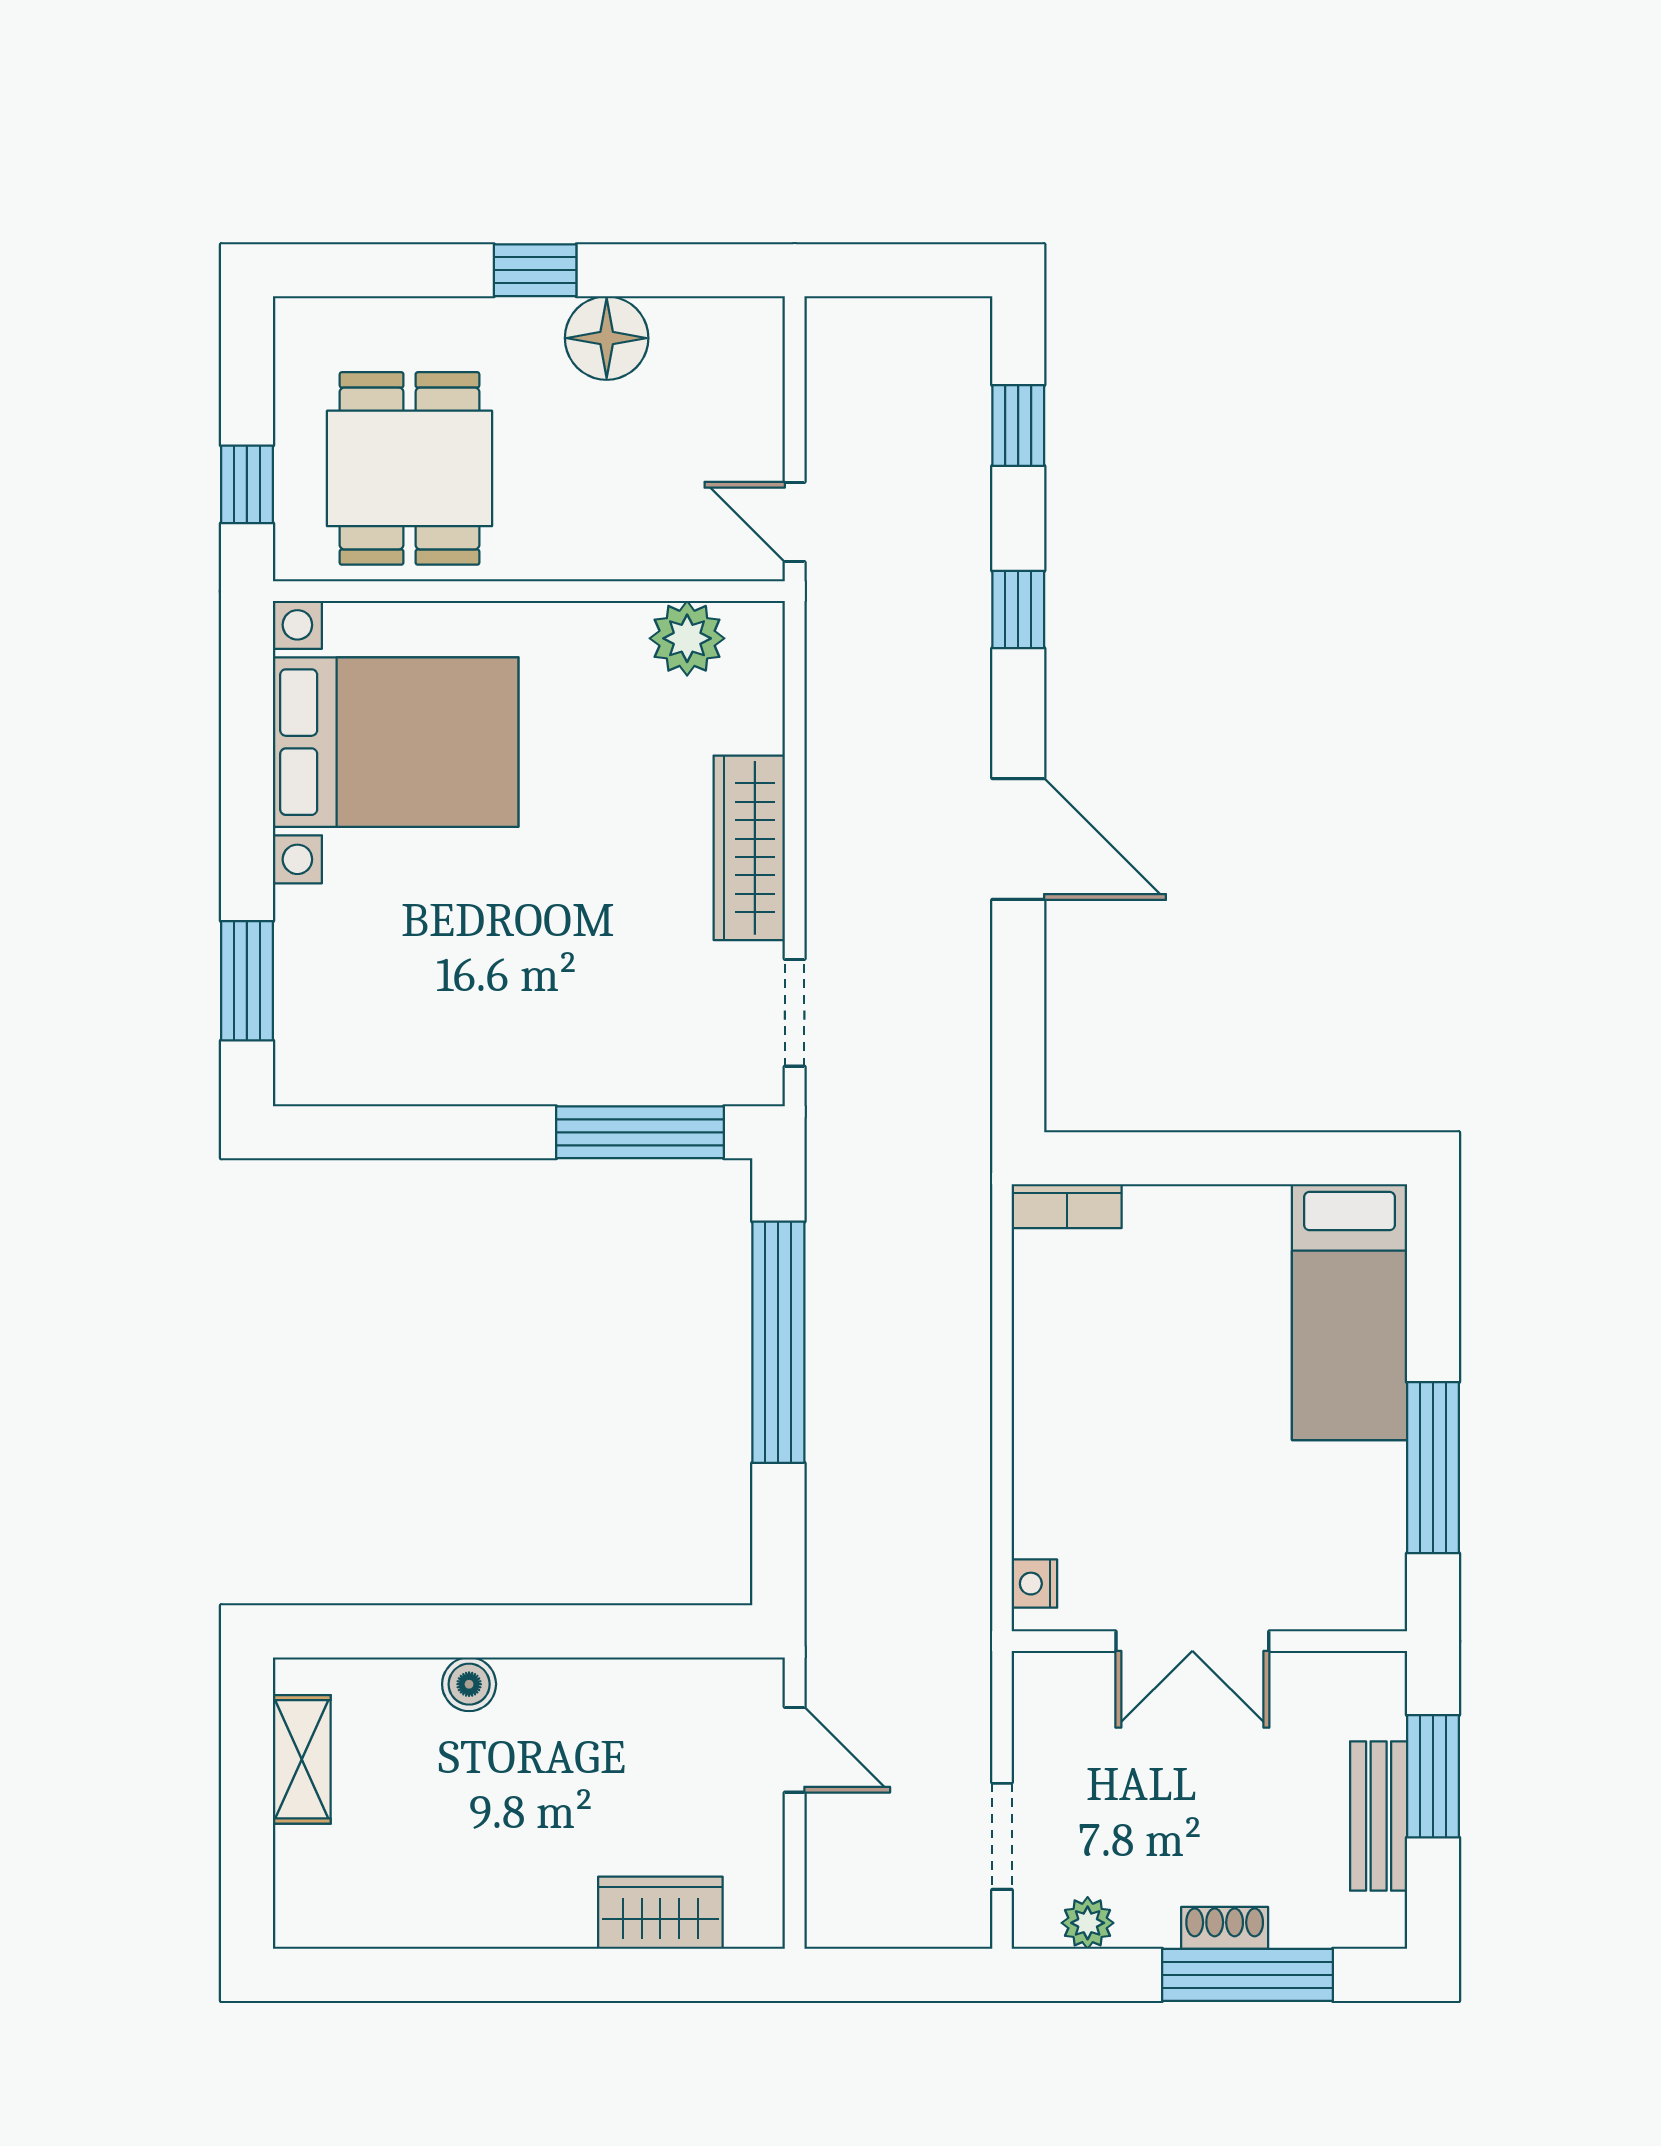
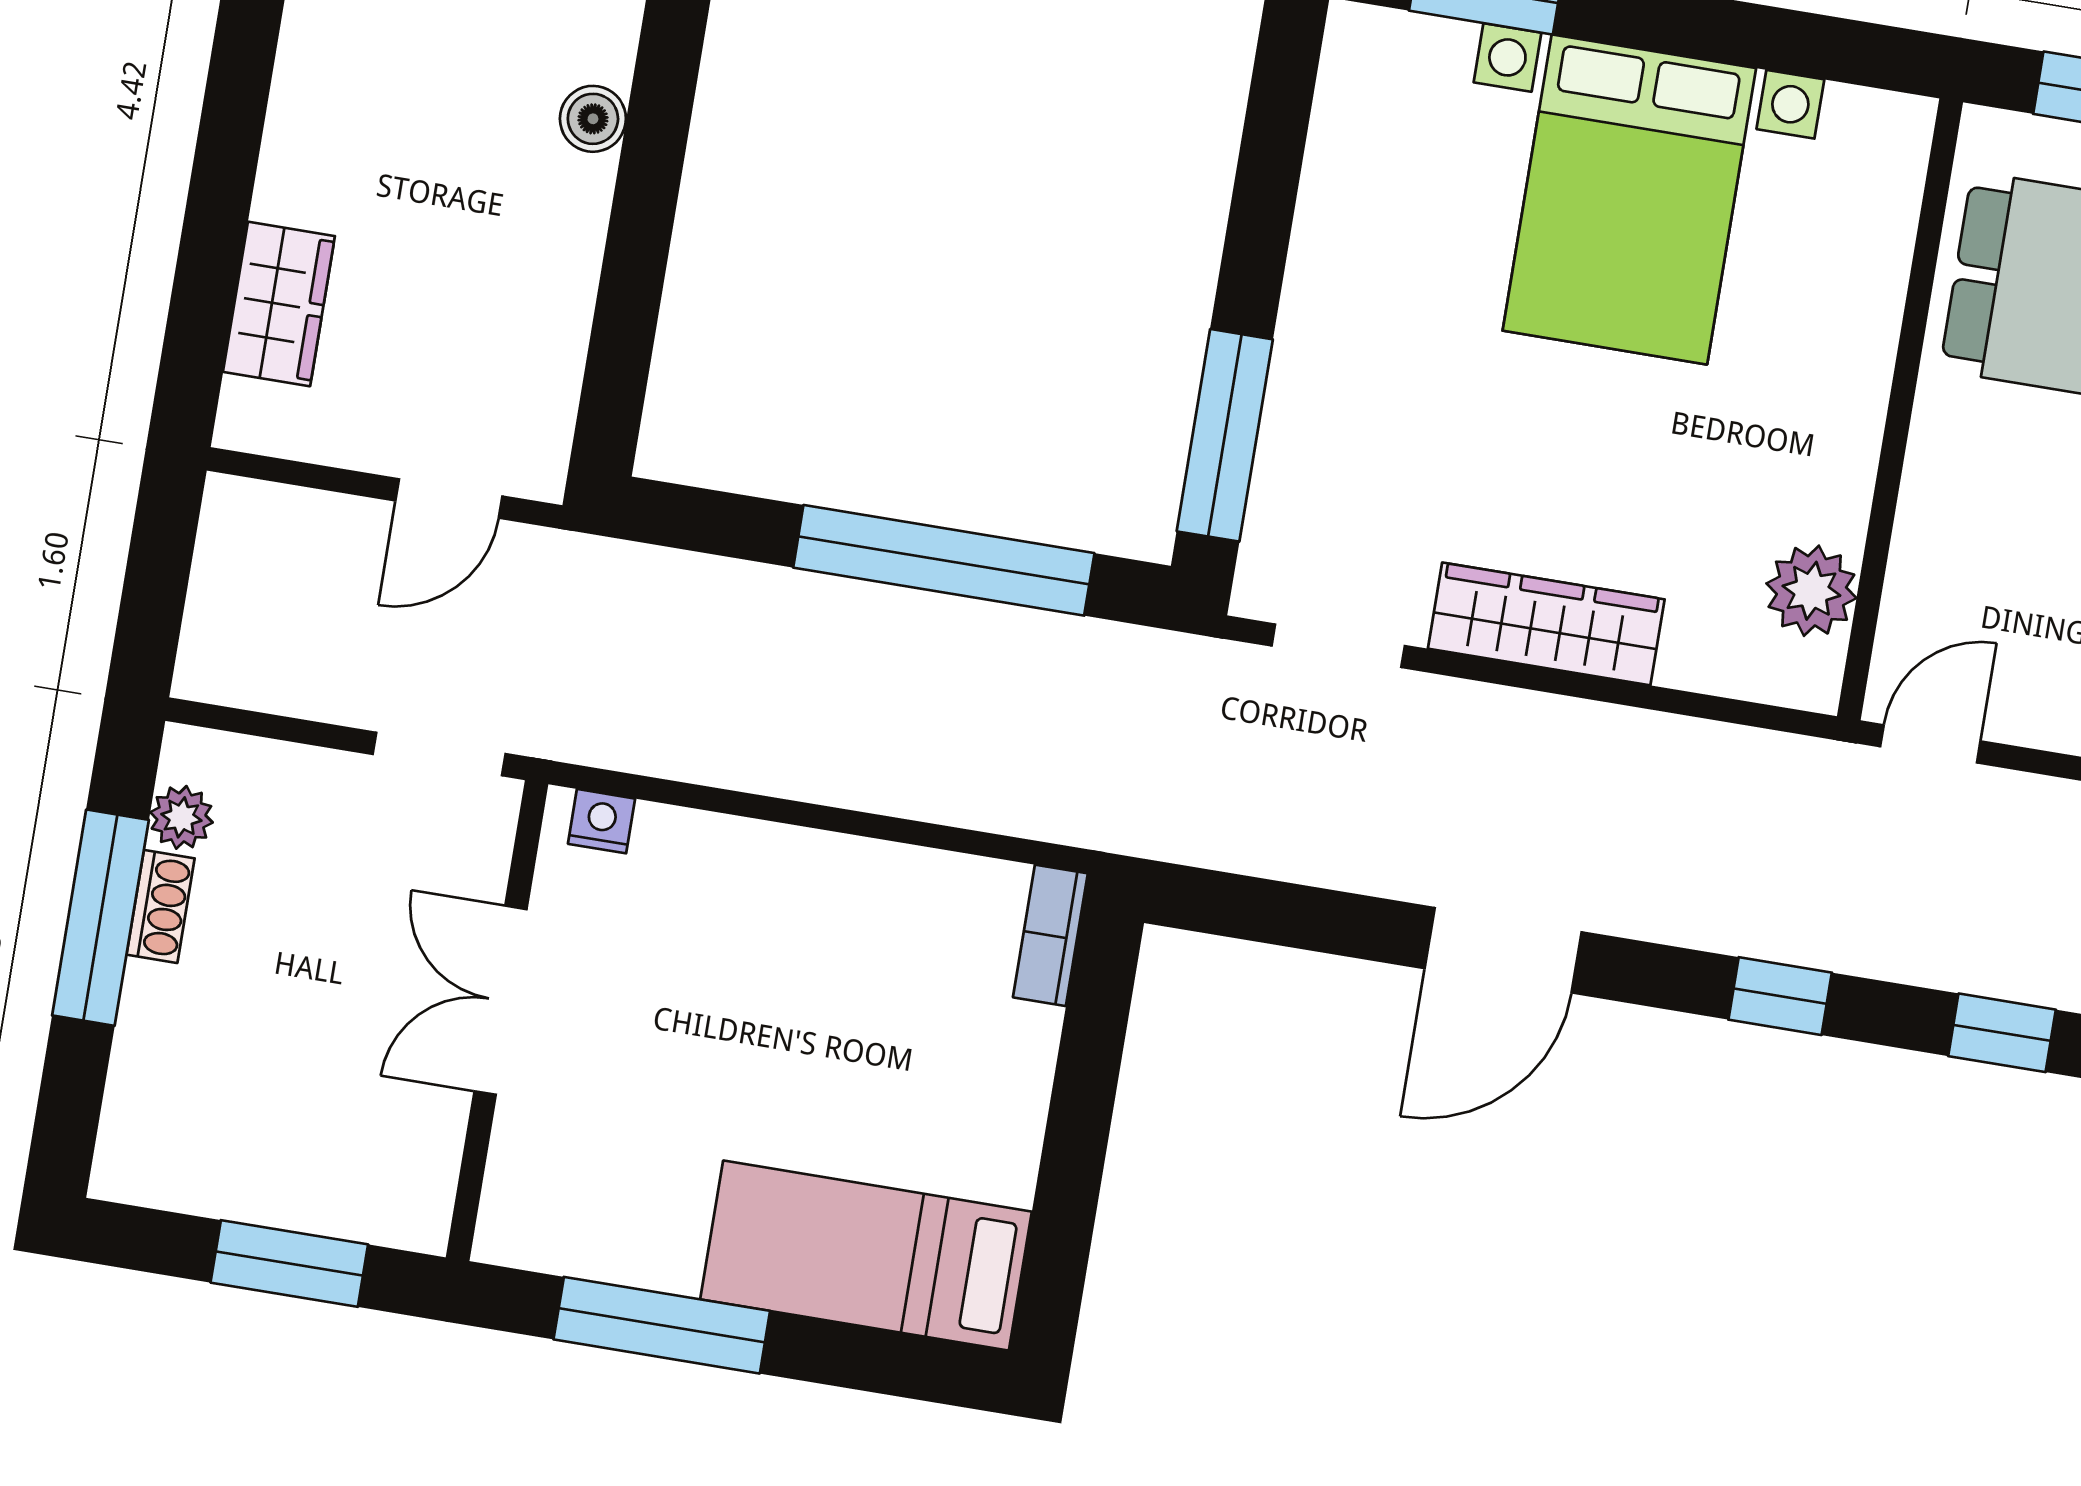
bed with nightstands: (396, 742) -> (1629, 199), moved
bench: (1379, 1816) -> (252, 1190), removed
doorway: (1002, 1836) -> (439, 754), moved
shoe rack: (1225, 1928) -> (161, 906), moved
window: (1248, 1975) -> (100, 918), moved

